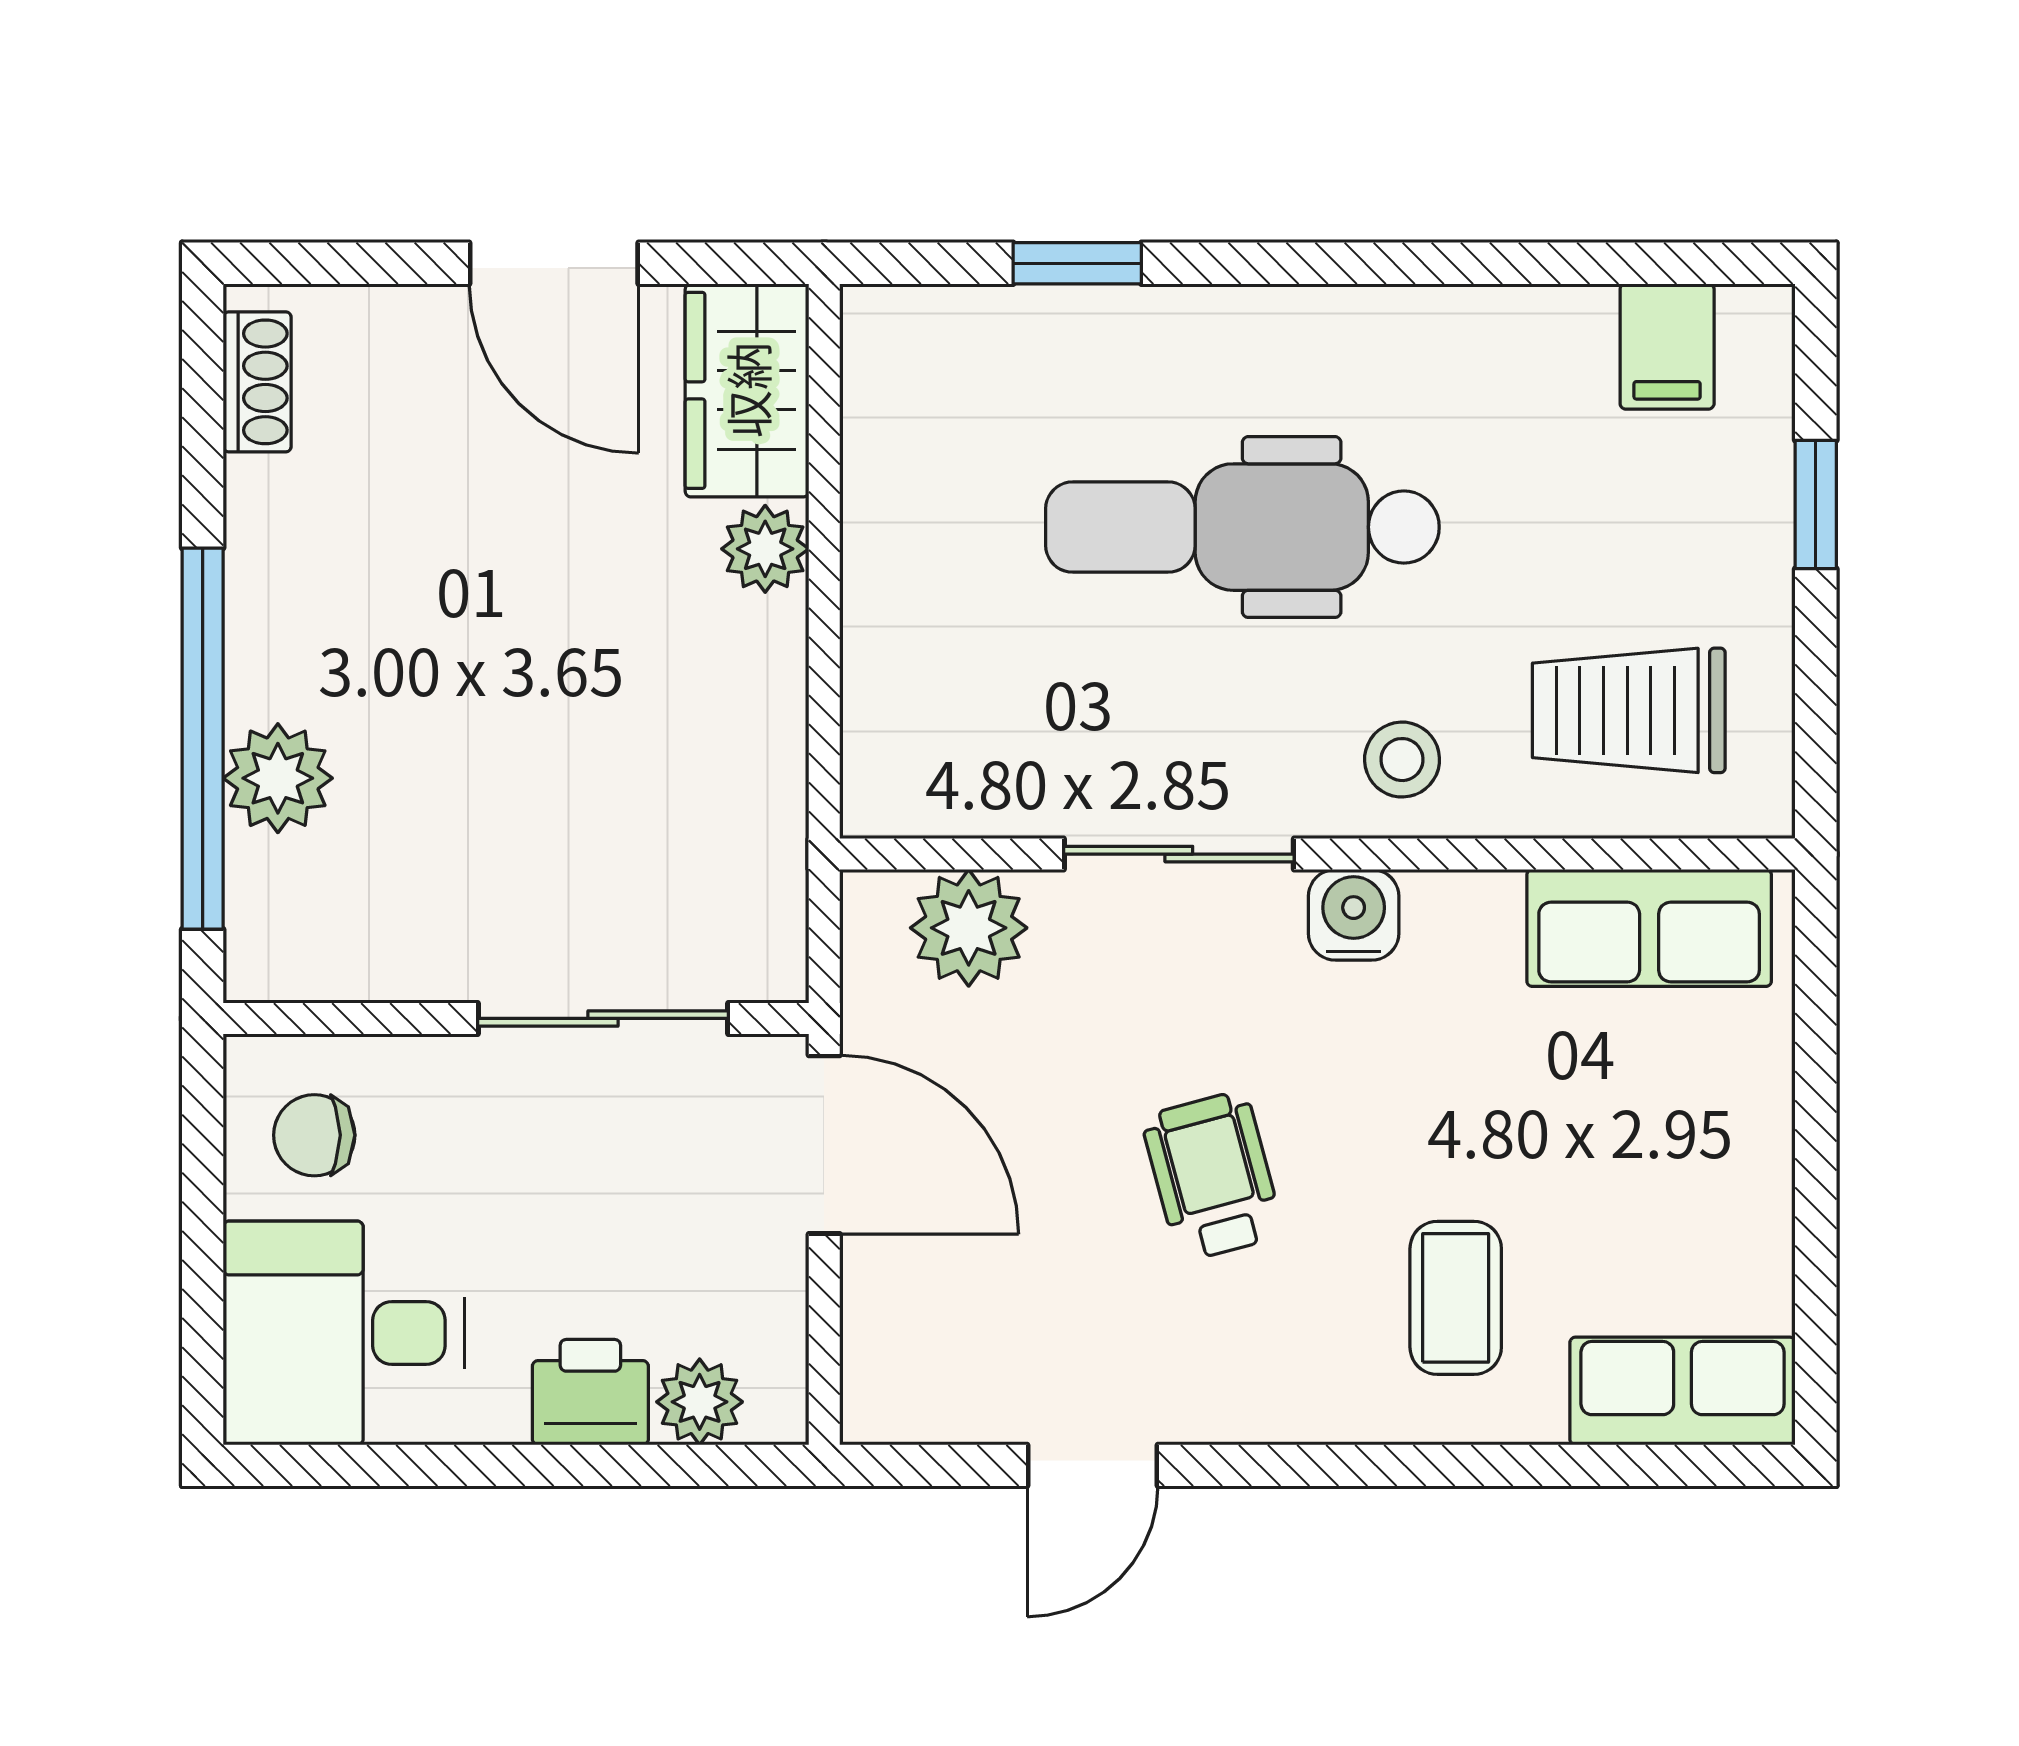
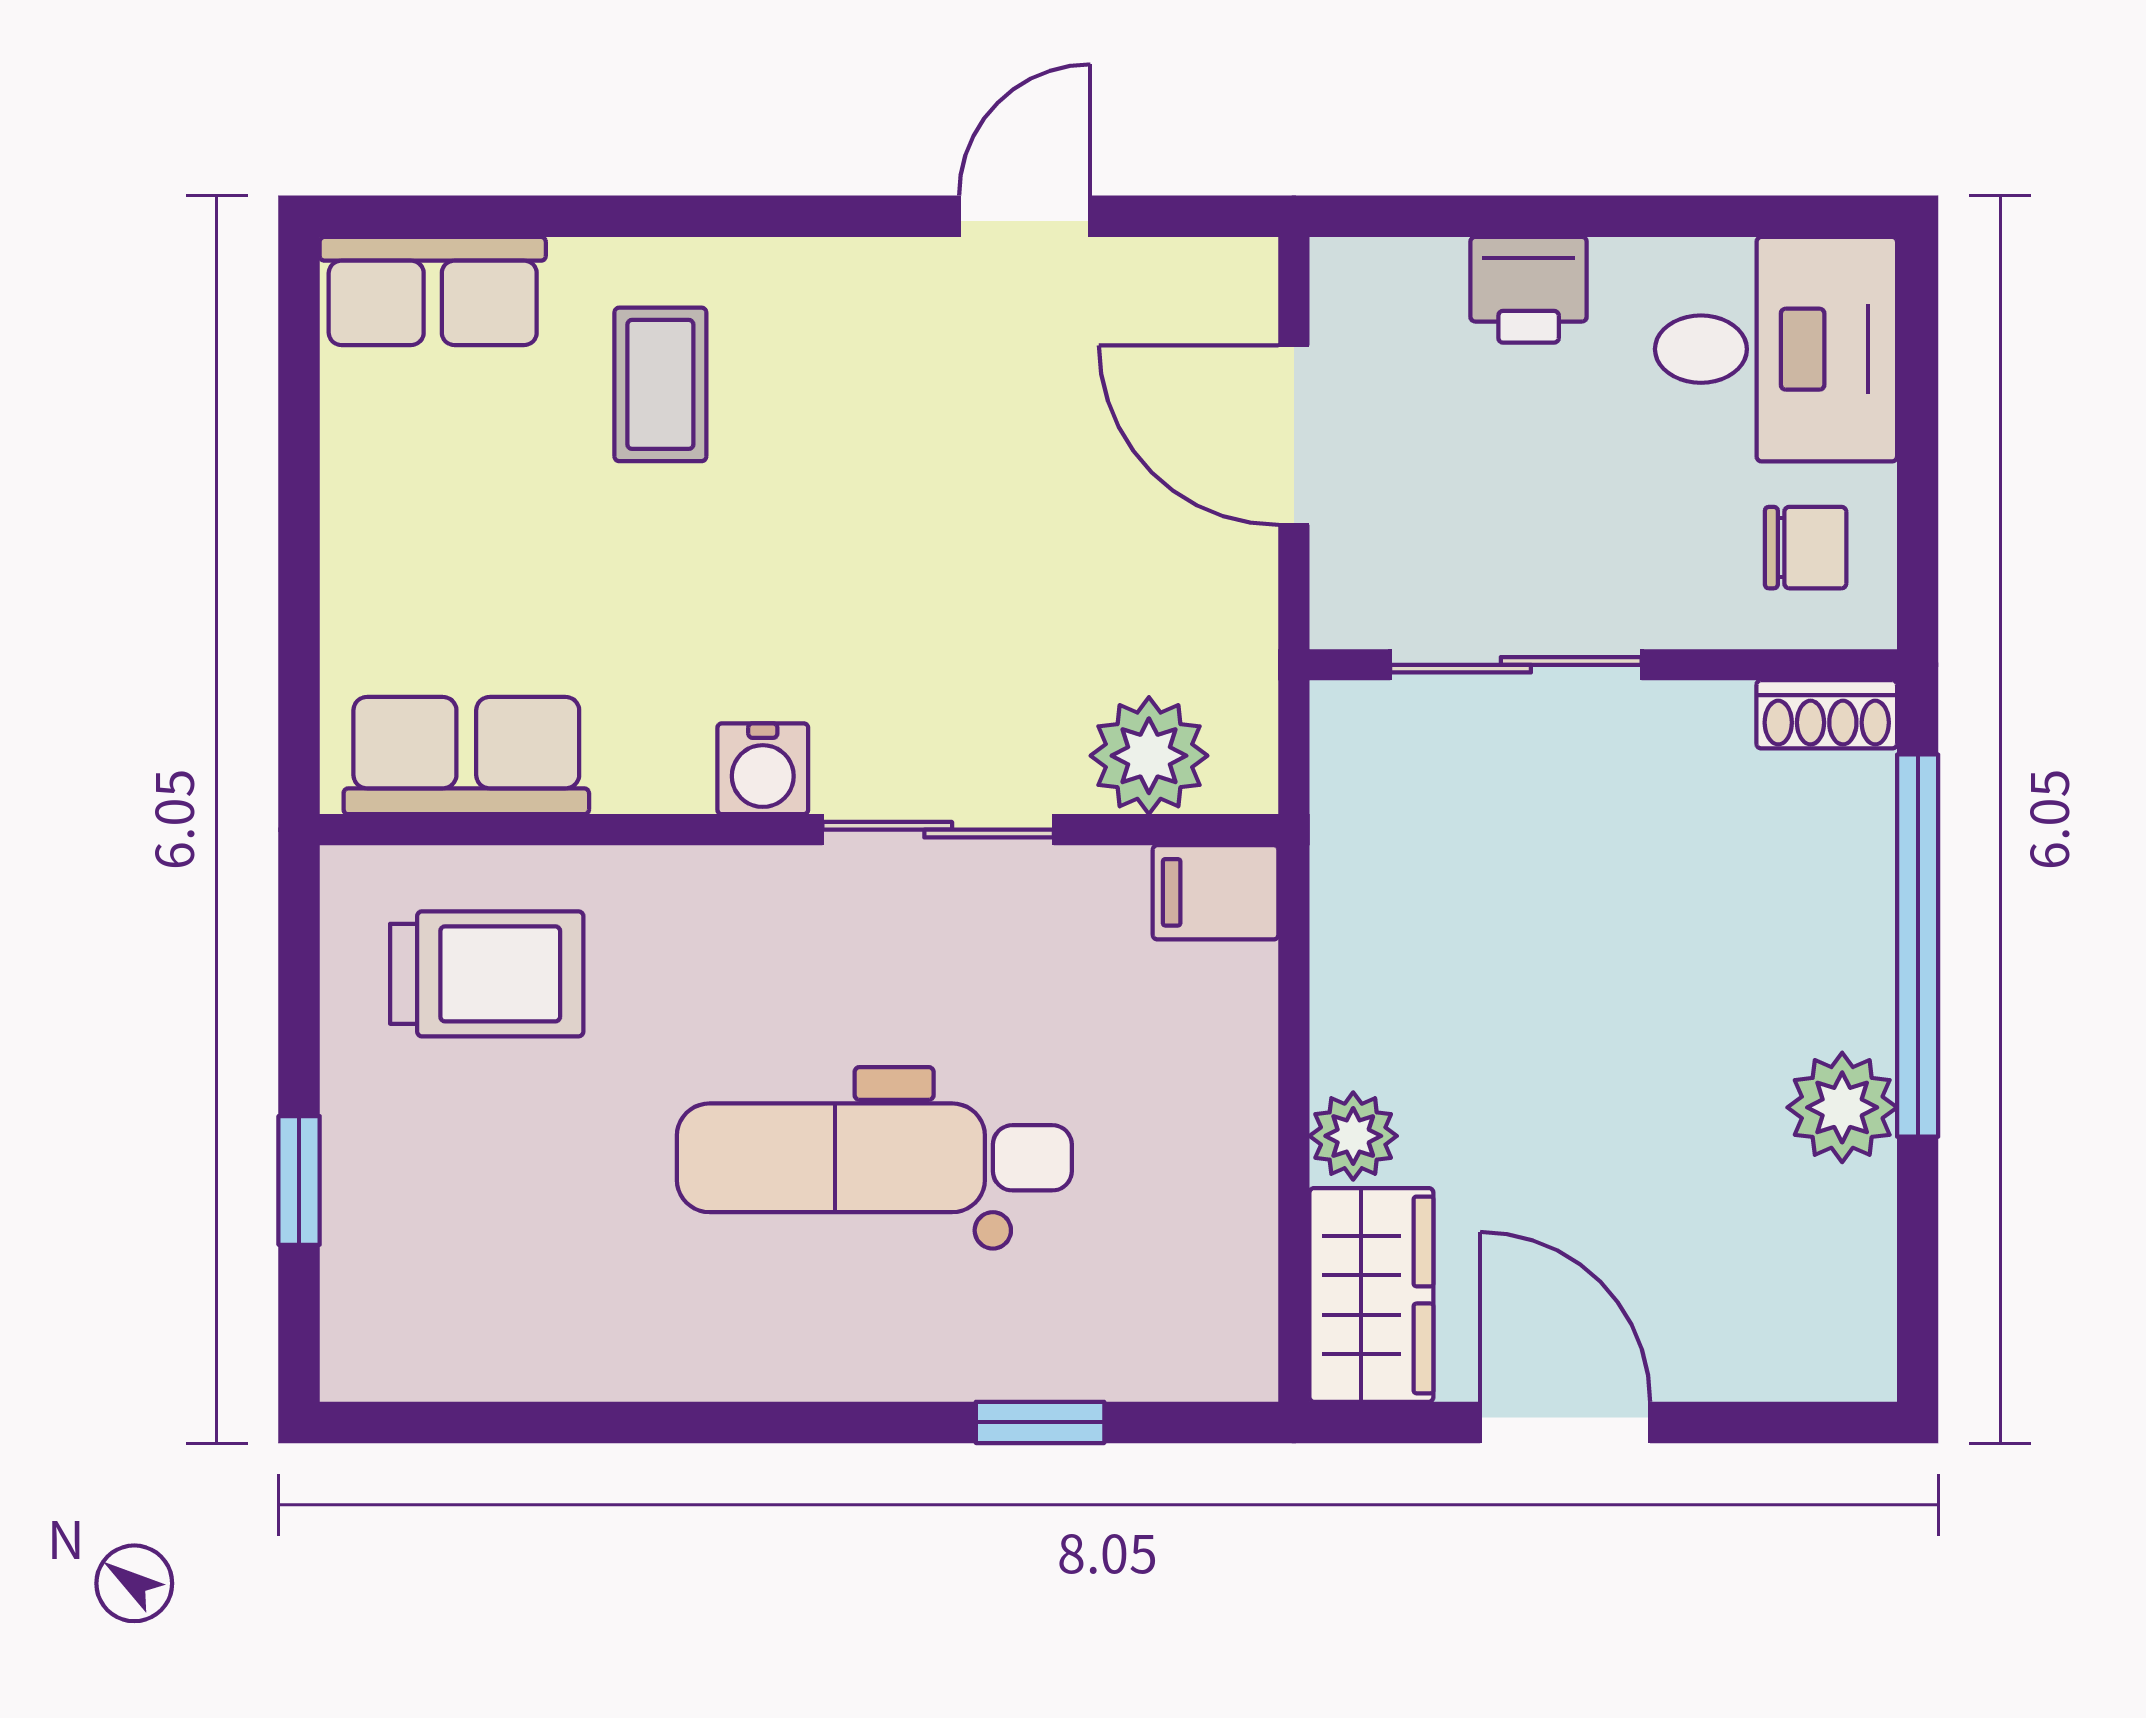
filing cabinet: (1667, 346) -> (1216, 892), moved, turned -90
shoe rack: (257, 382) -> (1827, 714), moved, turned -90
dental chair: (1242, 527) -> (874, 1158), turned 180
stool: (1402, 760) -> (714, 925), removed
plant: (278, 778) -> (1842, 1107), moved
door: (824, 1145) -> (1294, 435), moved
wheelchair: (1212, 1176) -> (904, 507), removed
plant: (700, 1402) -> (1419, 280), removed

